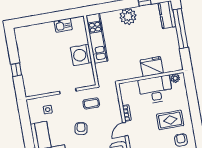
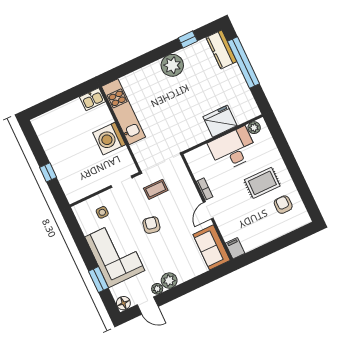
kitchen unit: (97, 38) -> (124, 112), moved
wall: (91, 50) -> (120, 129), moved
washing machine: (81, 55) -> (109, 139), moved

